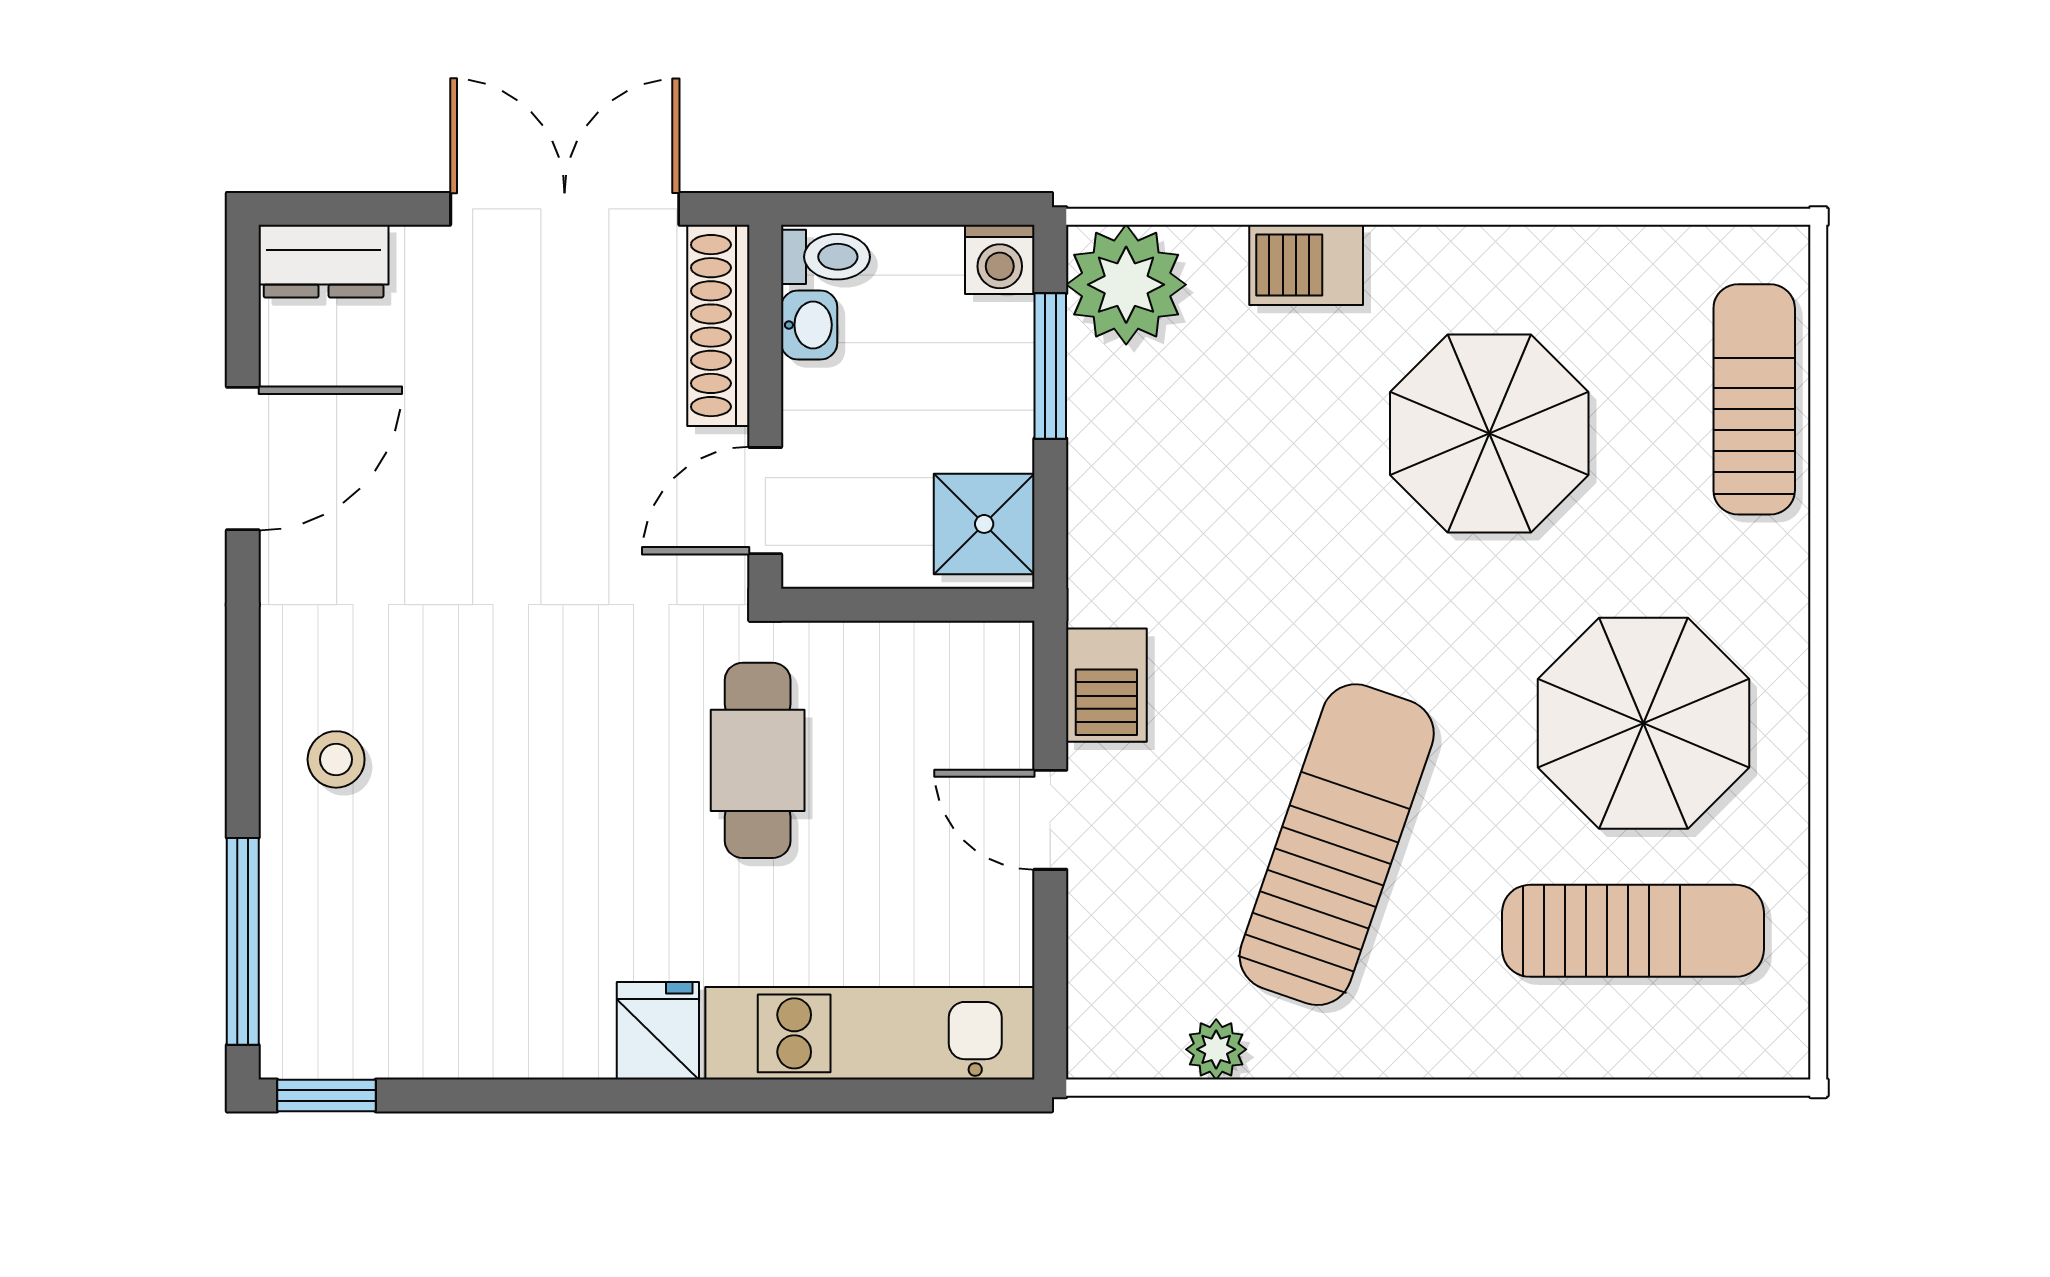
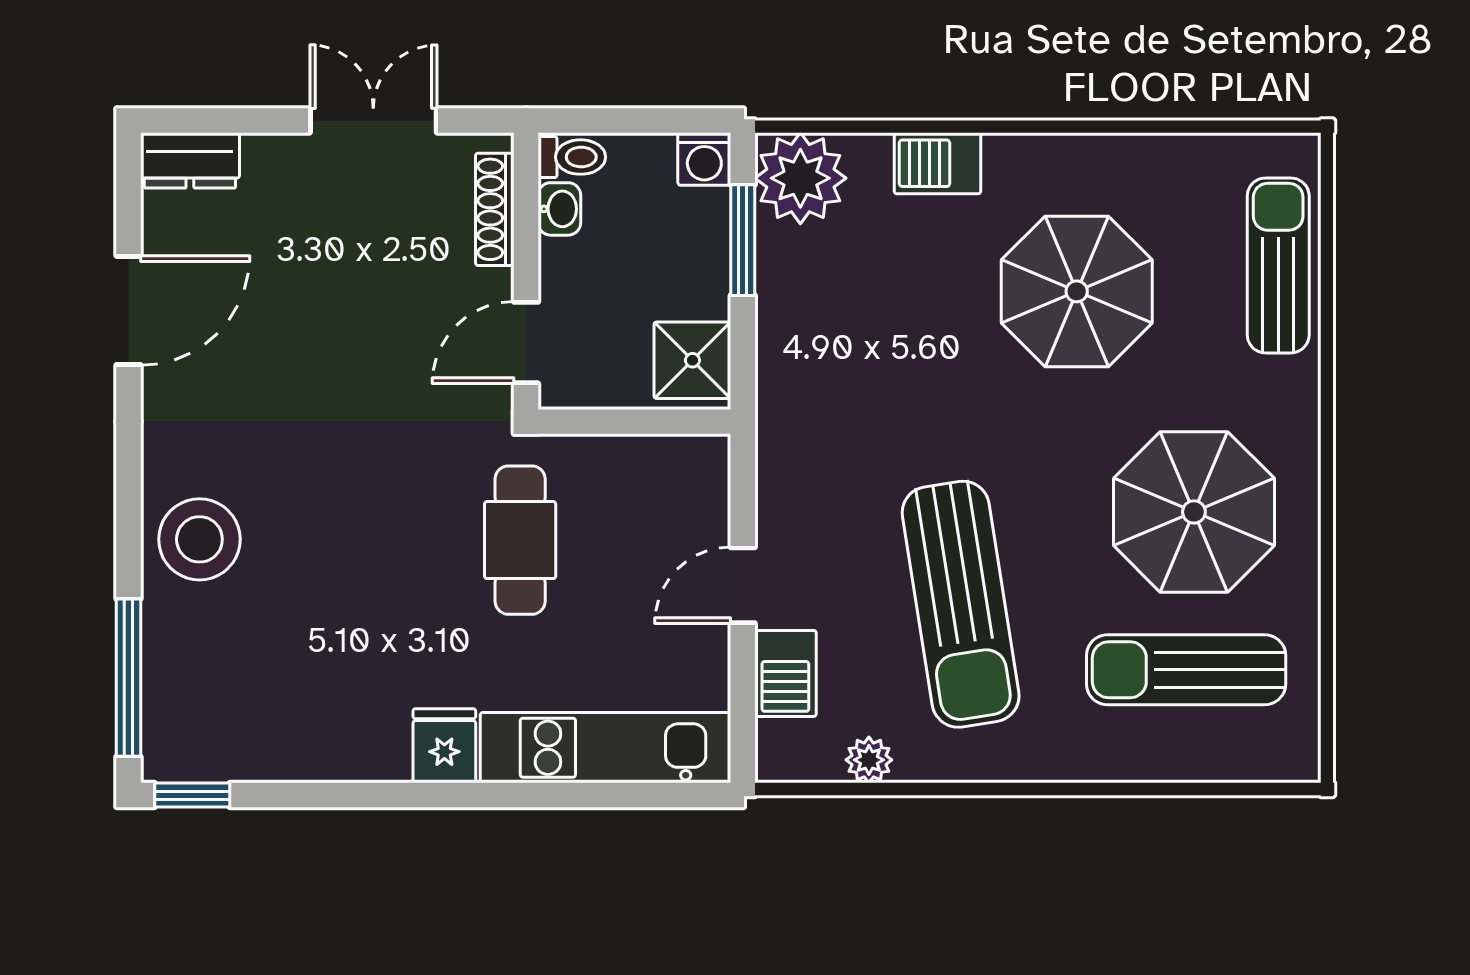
double door: (565, 209) -> (373, 121), width x0.73
shoe rack: (718, 326) -> (495, 209), width x0.74, depth x0.81
barbecue: (1106, 685) -> (785, 673), moved
stool: (336, 759) -> (199, 539), width x1.89, depth x1.89
door: (1050, 820) -> (743, 585), hinge flipped
sun lounger: (1337, 845) -> (961, 604), turned 152
sun lounger: (1633, 931) -> (1186, 670), turned 180

